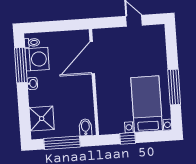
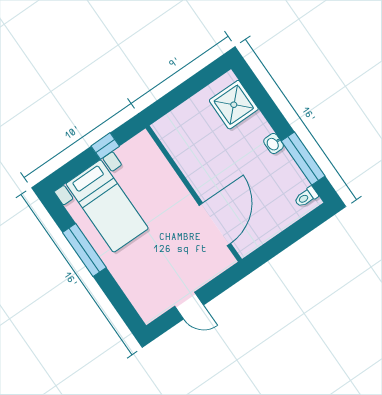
washing machine: (37, 59) -> (286, 179), removed
bidet: (85, 127) -> (169, 127), removed
window: (62, 143) -> (188, 89), removed

